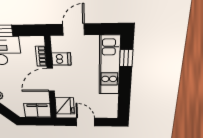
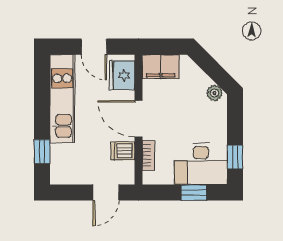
kitchen unit: (109, 66) -> (62, 99), moved
door: (51, 80) -> (139, 119), swing flipped

